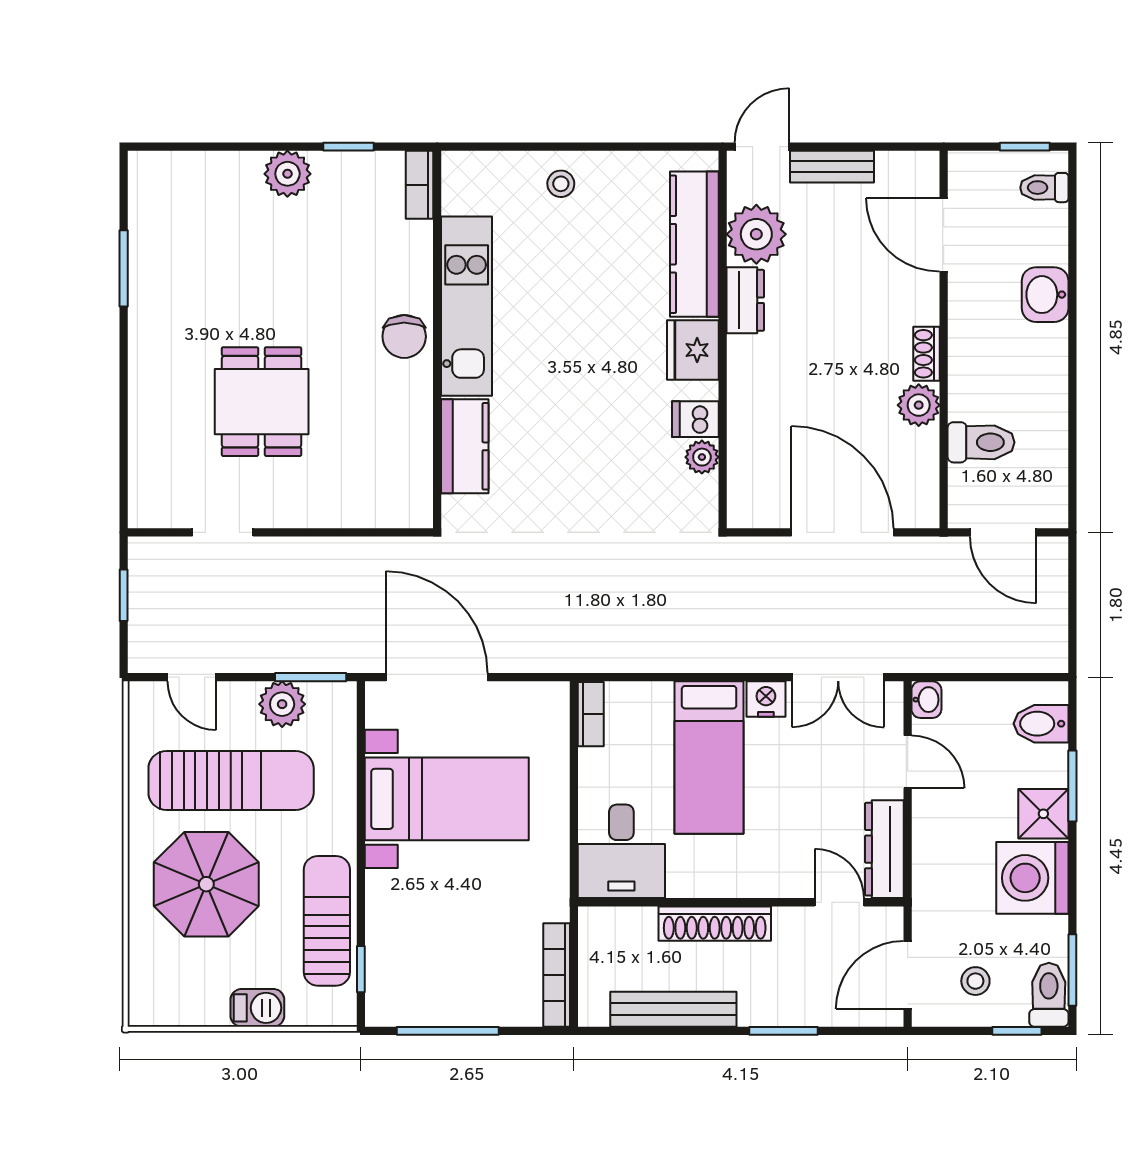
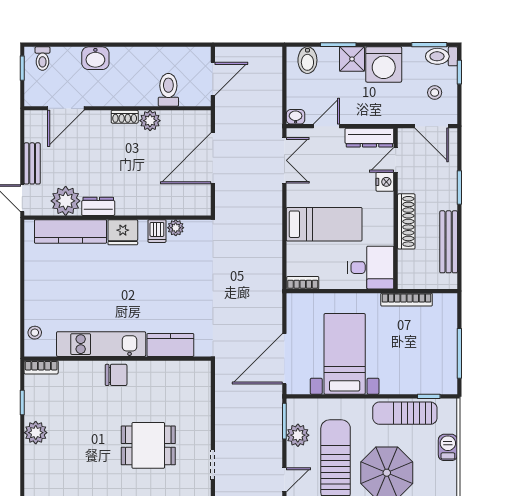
stool: (561, 184) -> (35, 333), moved
nightstand: (766, 699) -> (385, 182), moved, turned 180
bookcase: (557, 975) -> (407, 300), moved

